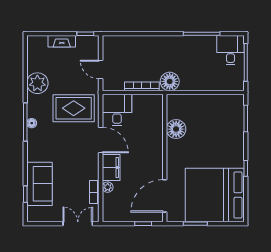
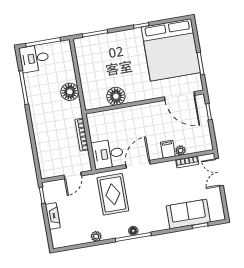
floor lamp: (170, 81) -> (70, 92), moved
plant: (37, 83) -> (96, 236), width x0.53, depth x0.53
filing cabinet: (111, 168) -> (168, 149), width x0.50

